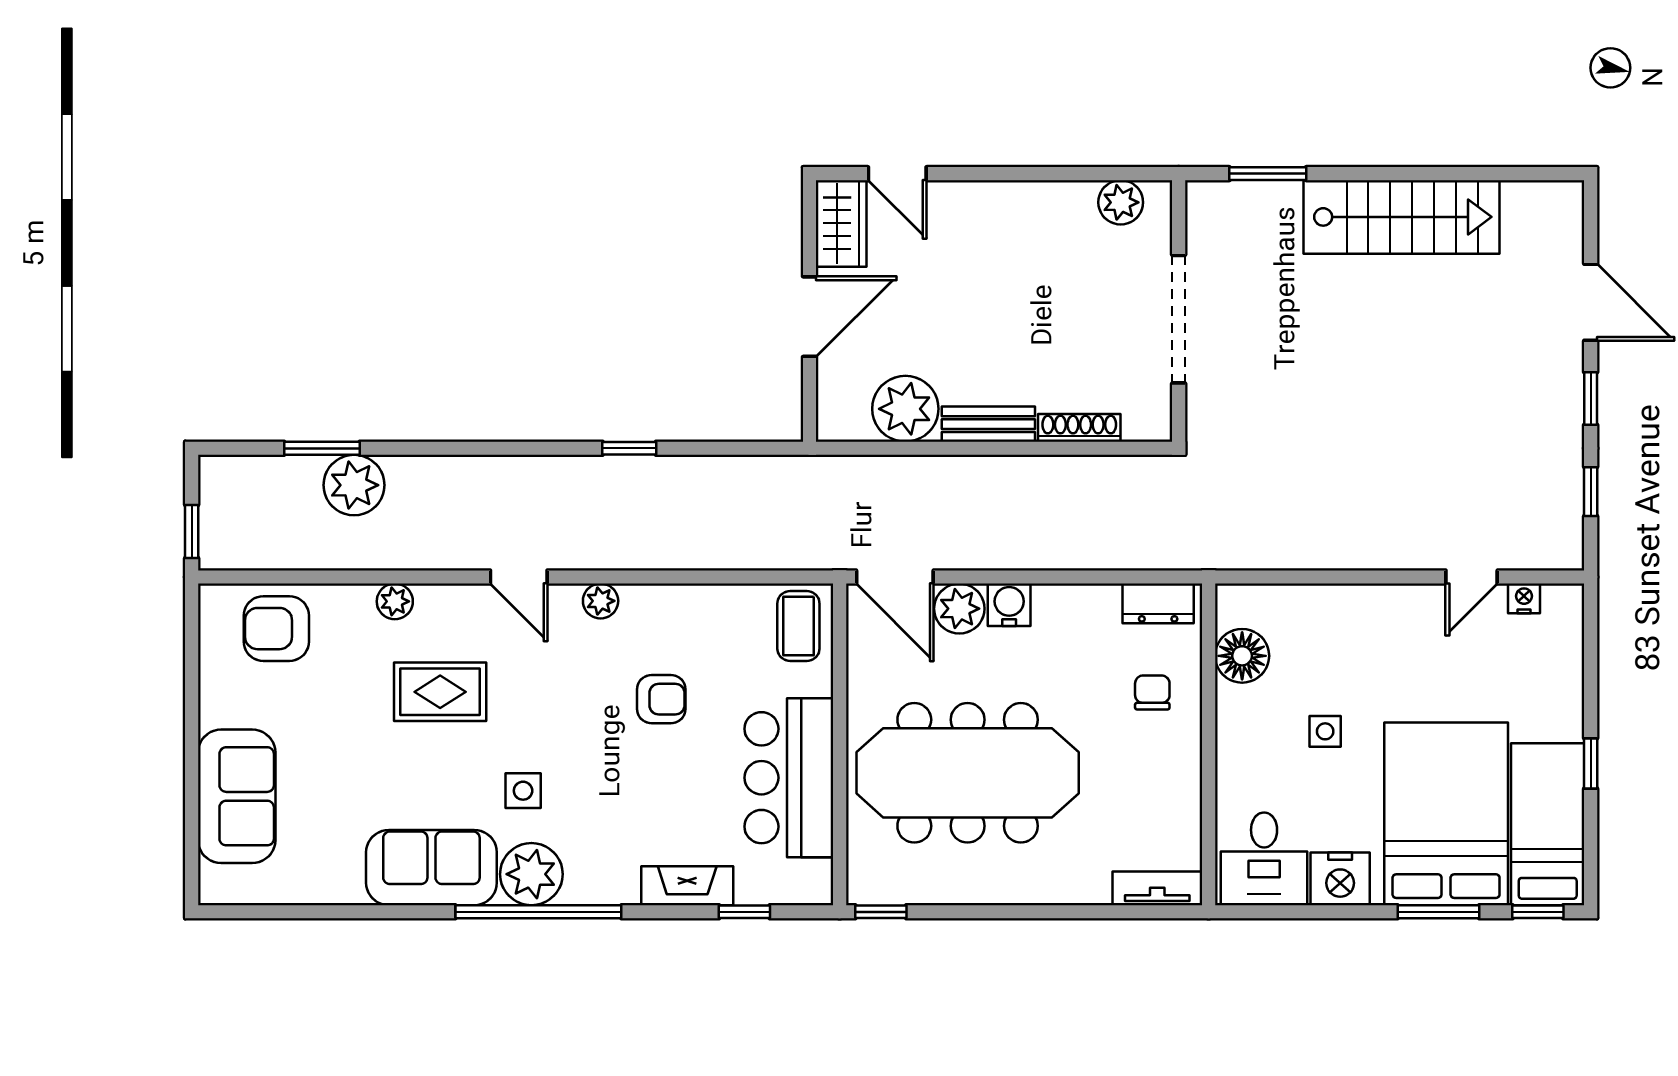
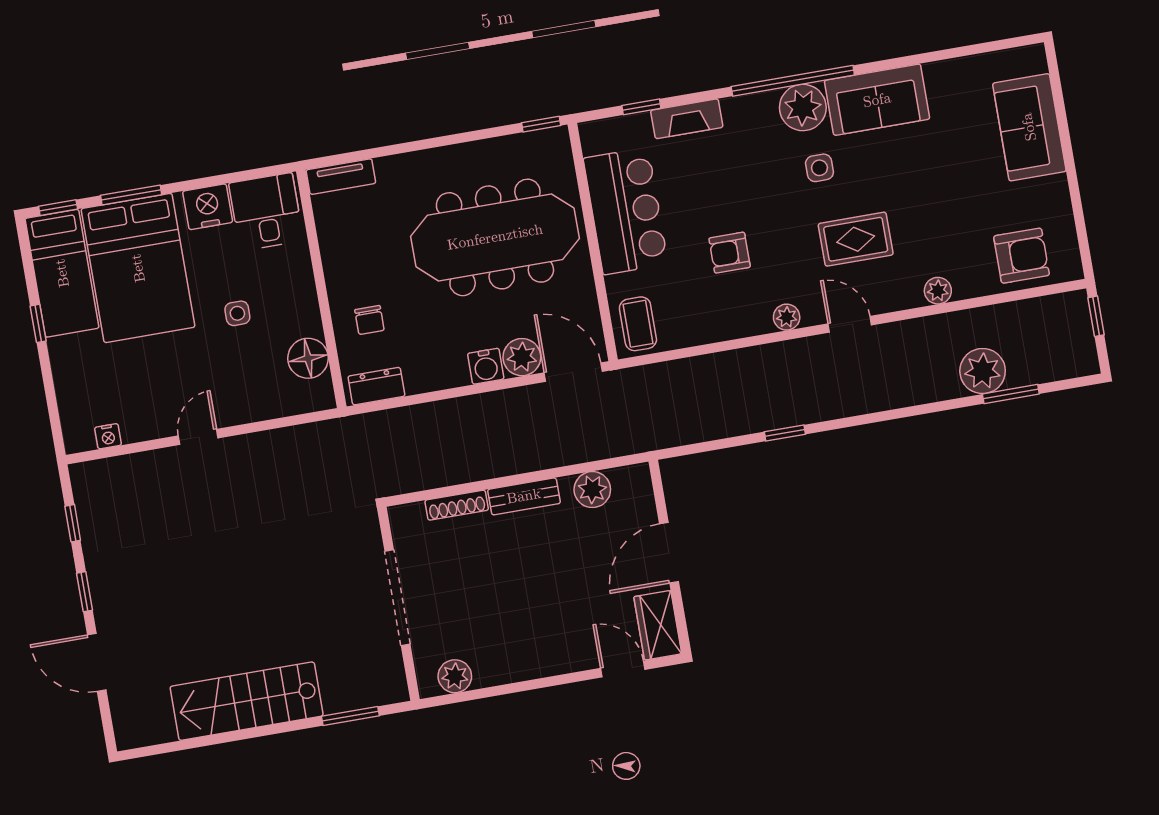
plant: (905, 409) -> (592, 490), width x0.73, depth x0.73
door: (1472, 577) -> (198, 437), moved
rug: (440, 692) -> (856, 239), moved

